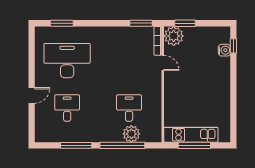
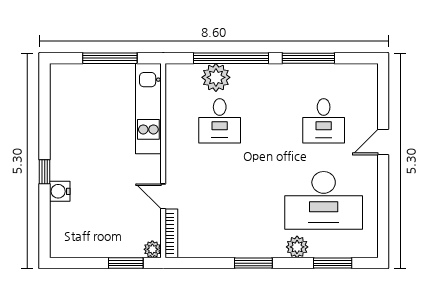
window: (141, 23) -> (253, 263), moved
plant: (83, 33) -> (297, 247), added
plant: (174, 36) -> (152, 249), width x0.53, depth x0.53
window: (233, 46) -> (45, 172), moved
water cooler: (224, 50) -> (60, 191), moved
kitchen unit: (191, 135) -> (148, 109), moved, turned 90

